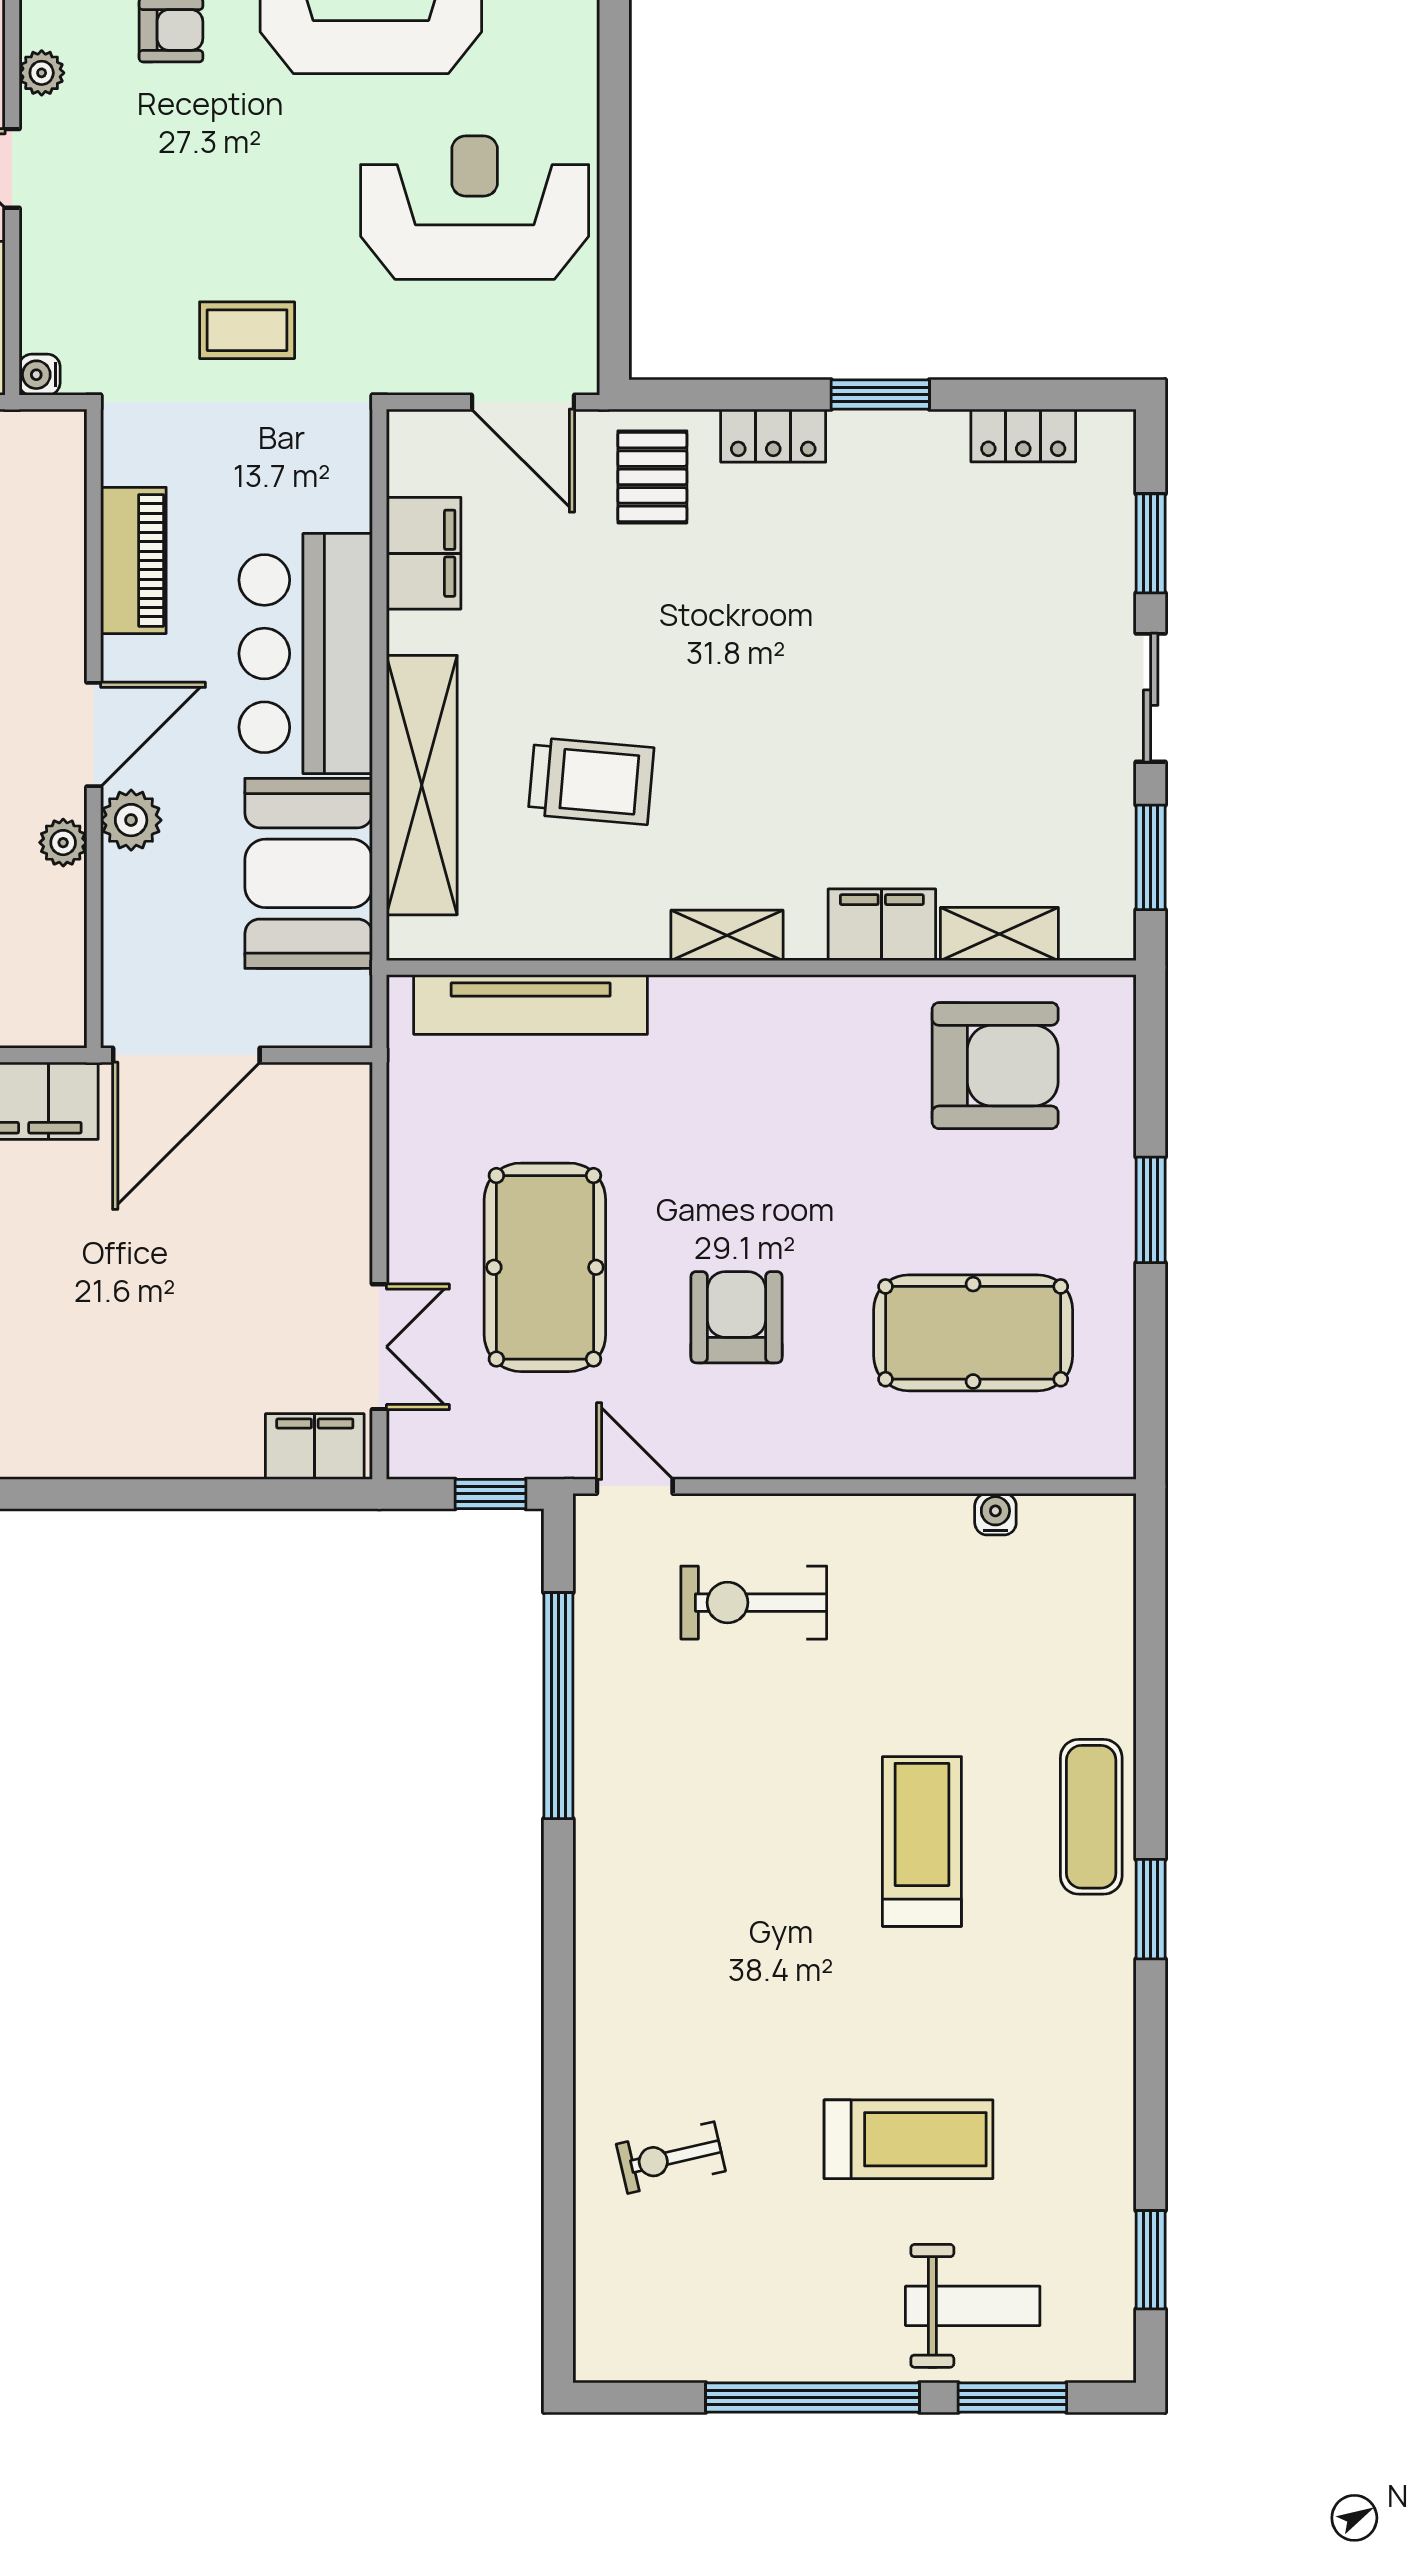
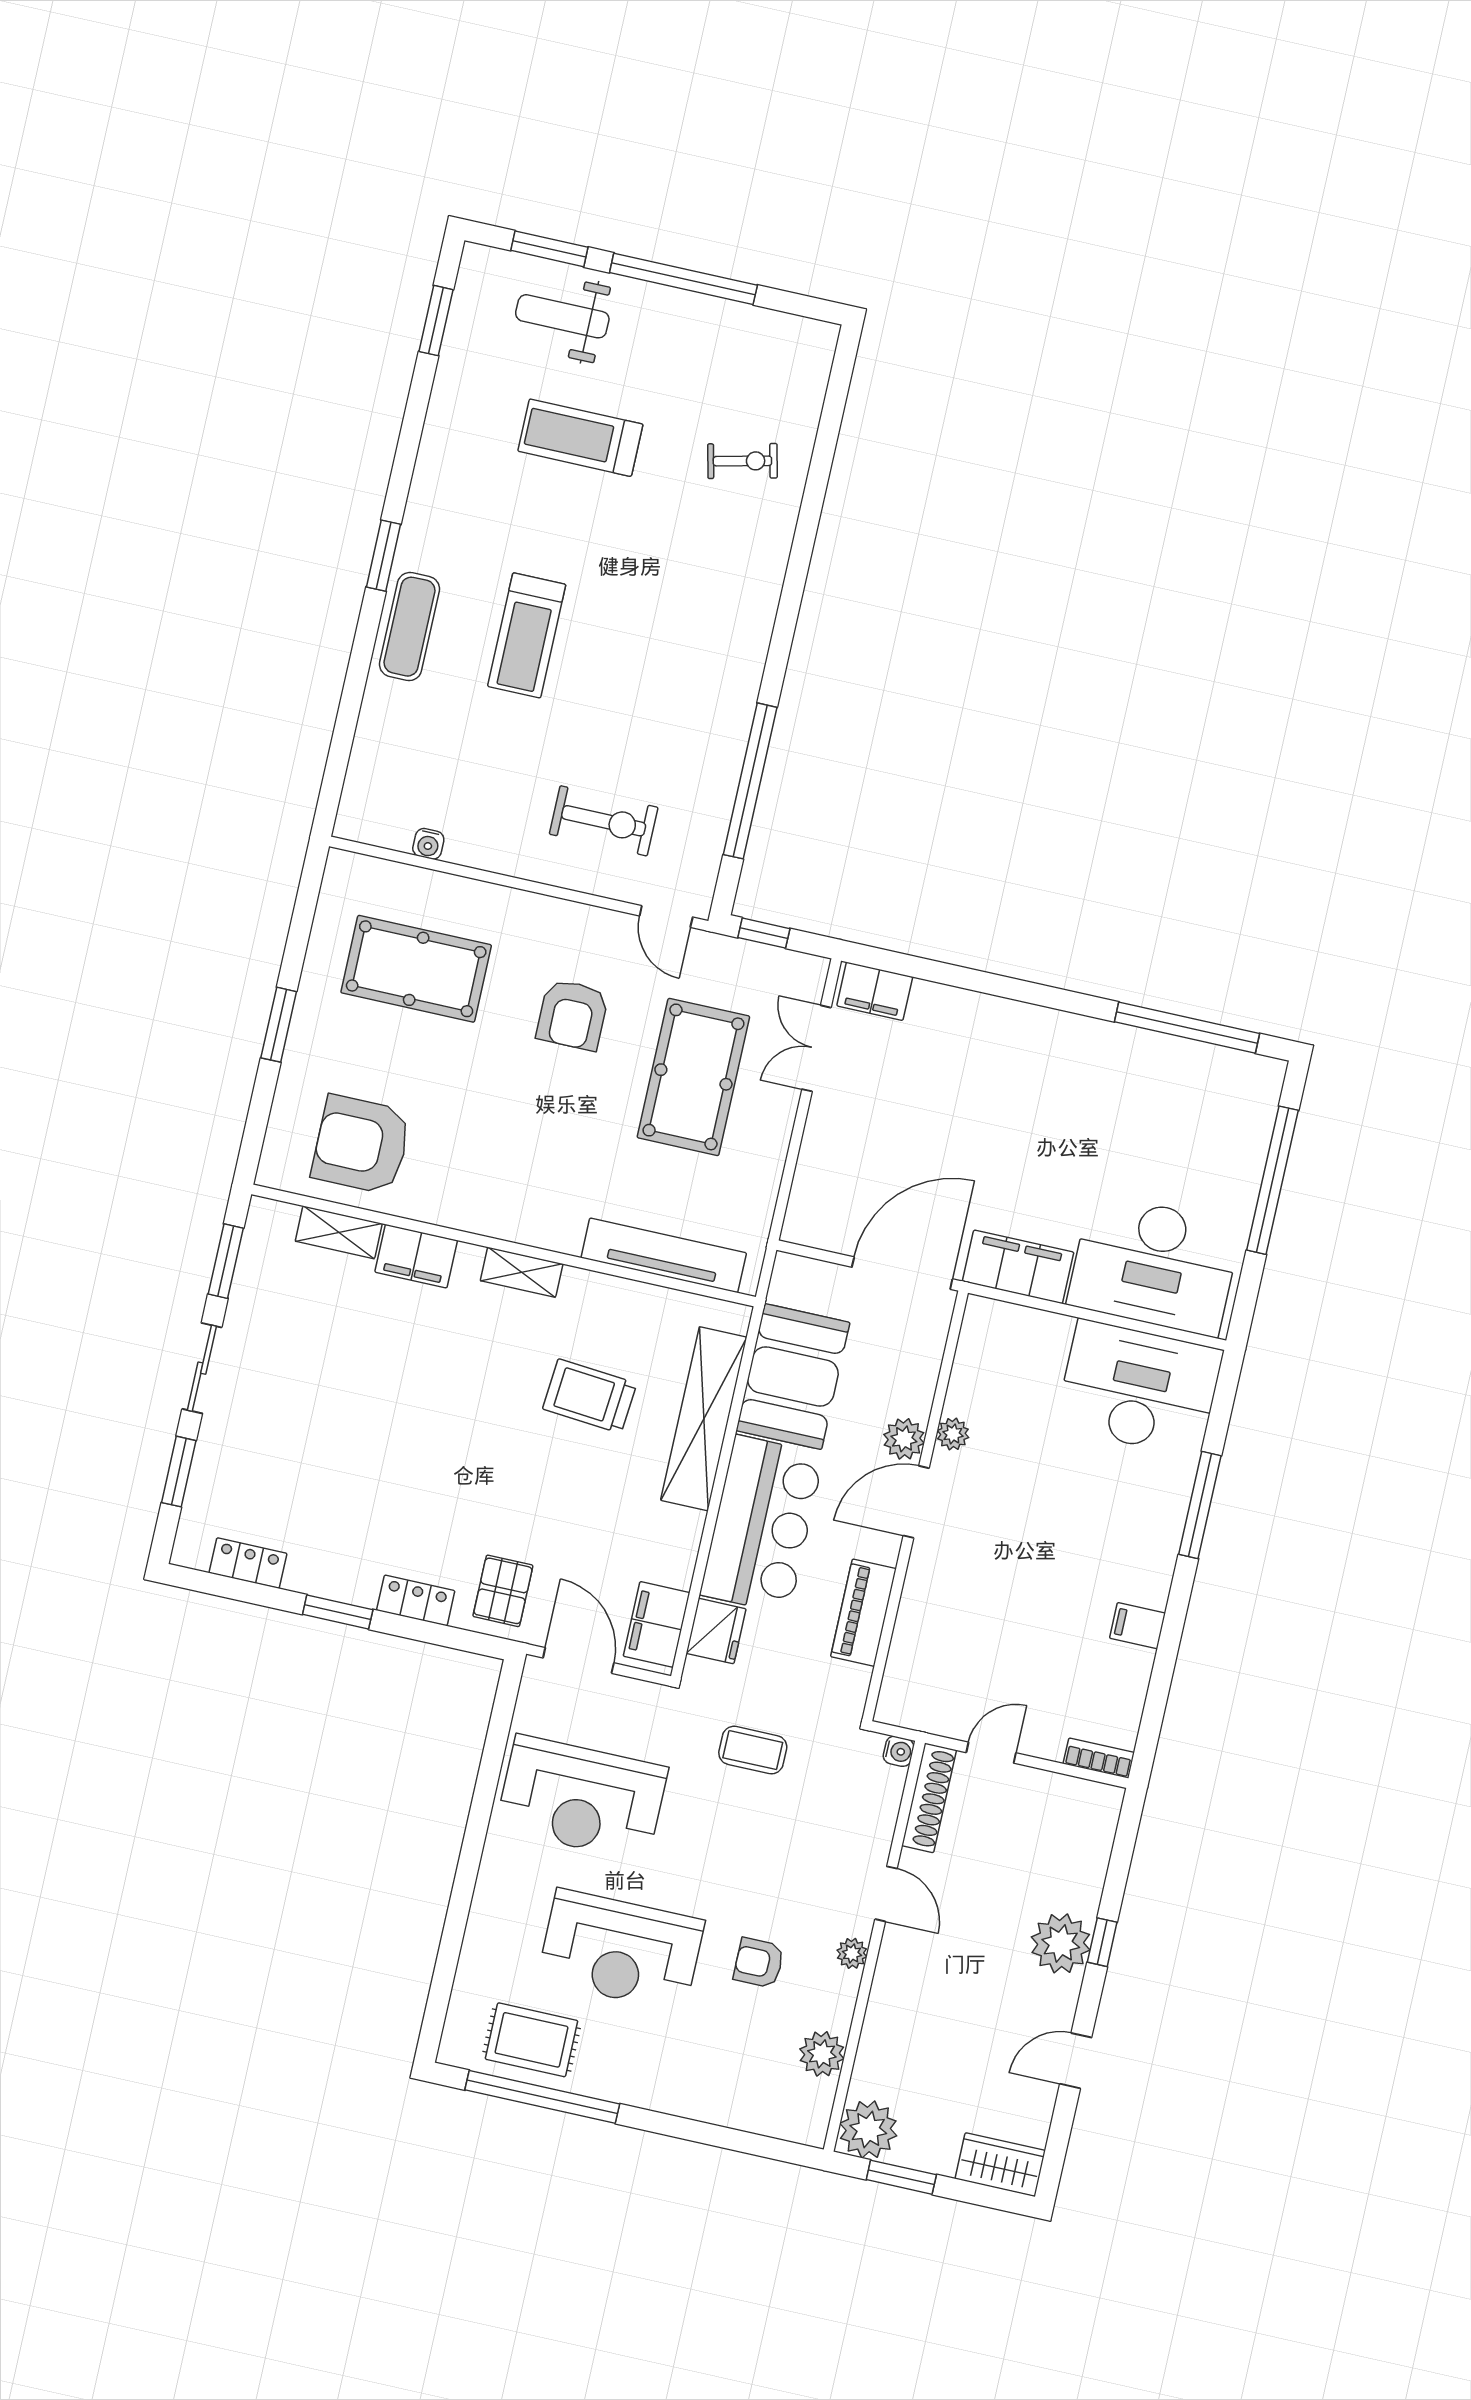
fridge: (337, 488) -> (716, 1631), added
filing cabinet: (424, 553) -> (657, 1624), moved

